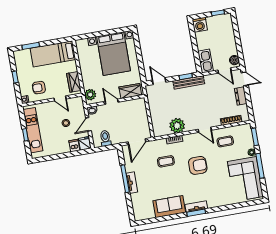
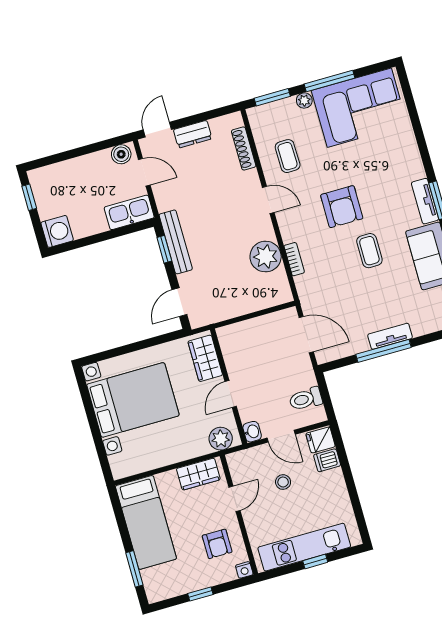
door: (224, 70) -> (144, 172), hinge flipped
door: (205, 130) -> (268, 200), hinge flipped
coffee table: (166, 161) -> (369, 251), moved
armchair: (198, 165) -> (342, 207), turned 180

